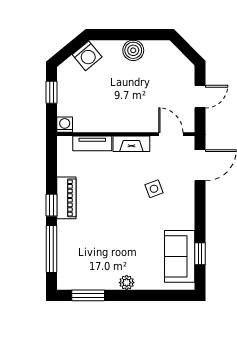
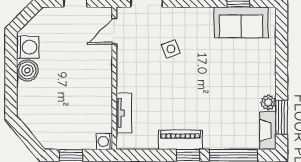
washing machine: (87, 56) -> (28, 47), moved, turned 40
fireplace: (131, 144) -> (268, 131), moved, turned 180
plant: (127, 283) -> (268, 102), moved

